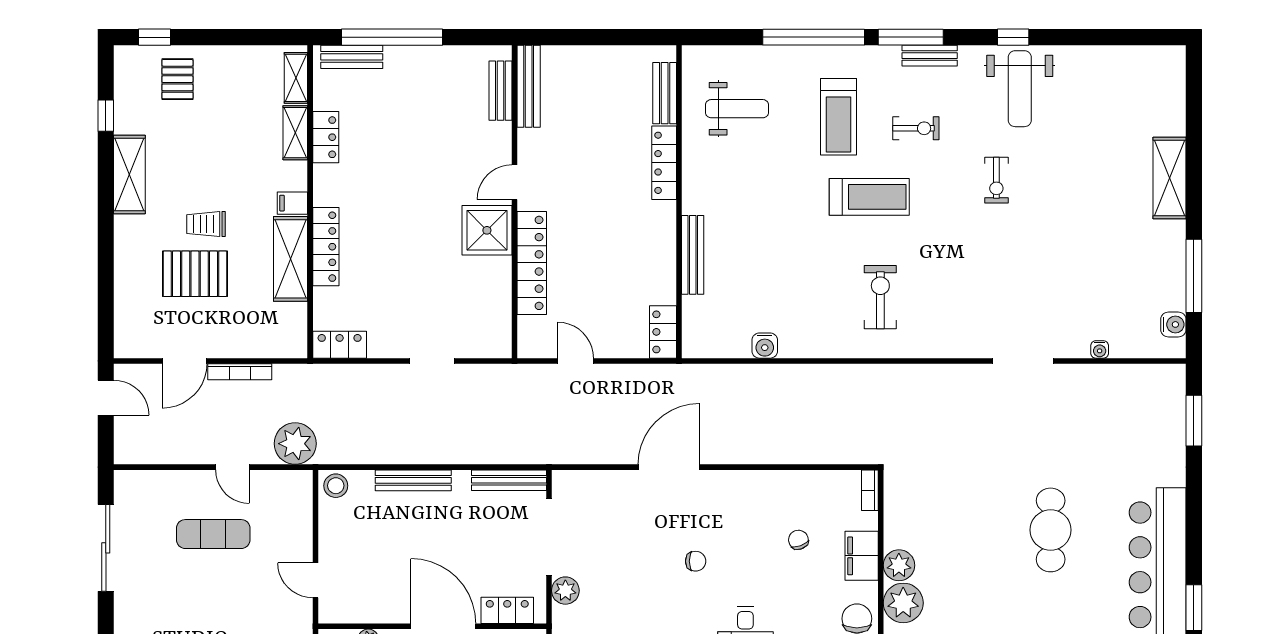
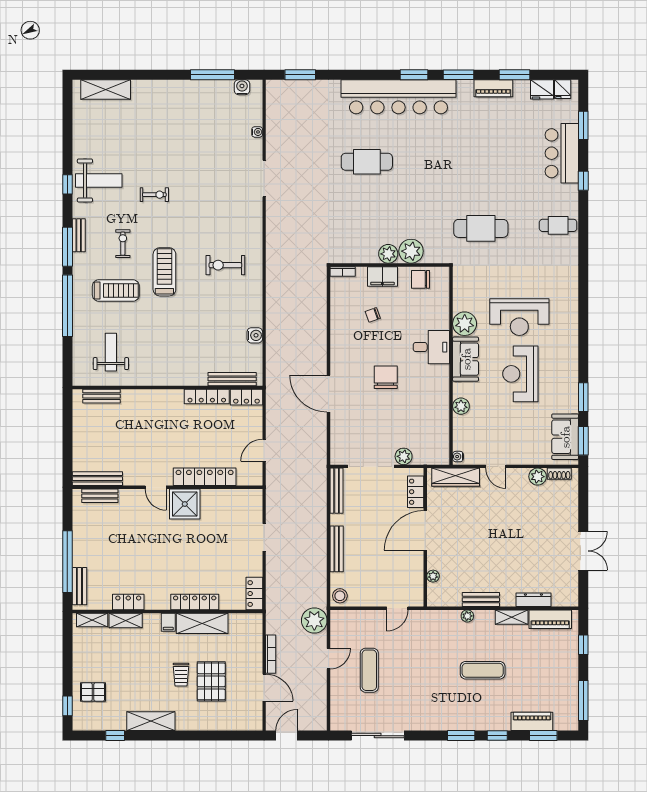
locker: (664, 163) -> (207, 396), moved
shelving: (1170, 178) -> (106, 89), moved
bench: (693, 255) -> (232, 379), moved
chair: (696, 561) -> (386, 377), width x1.87, depth x1.87

